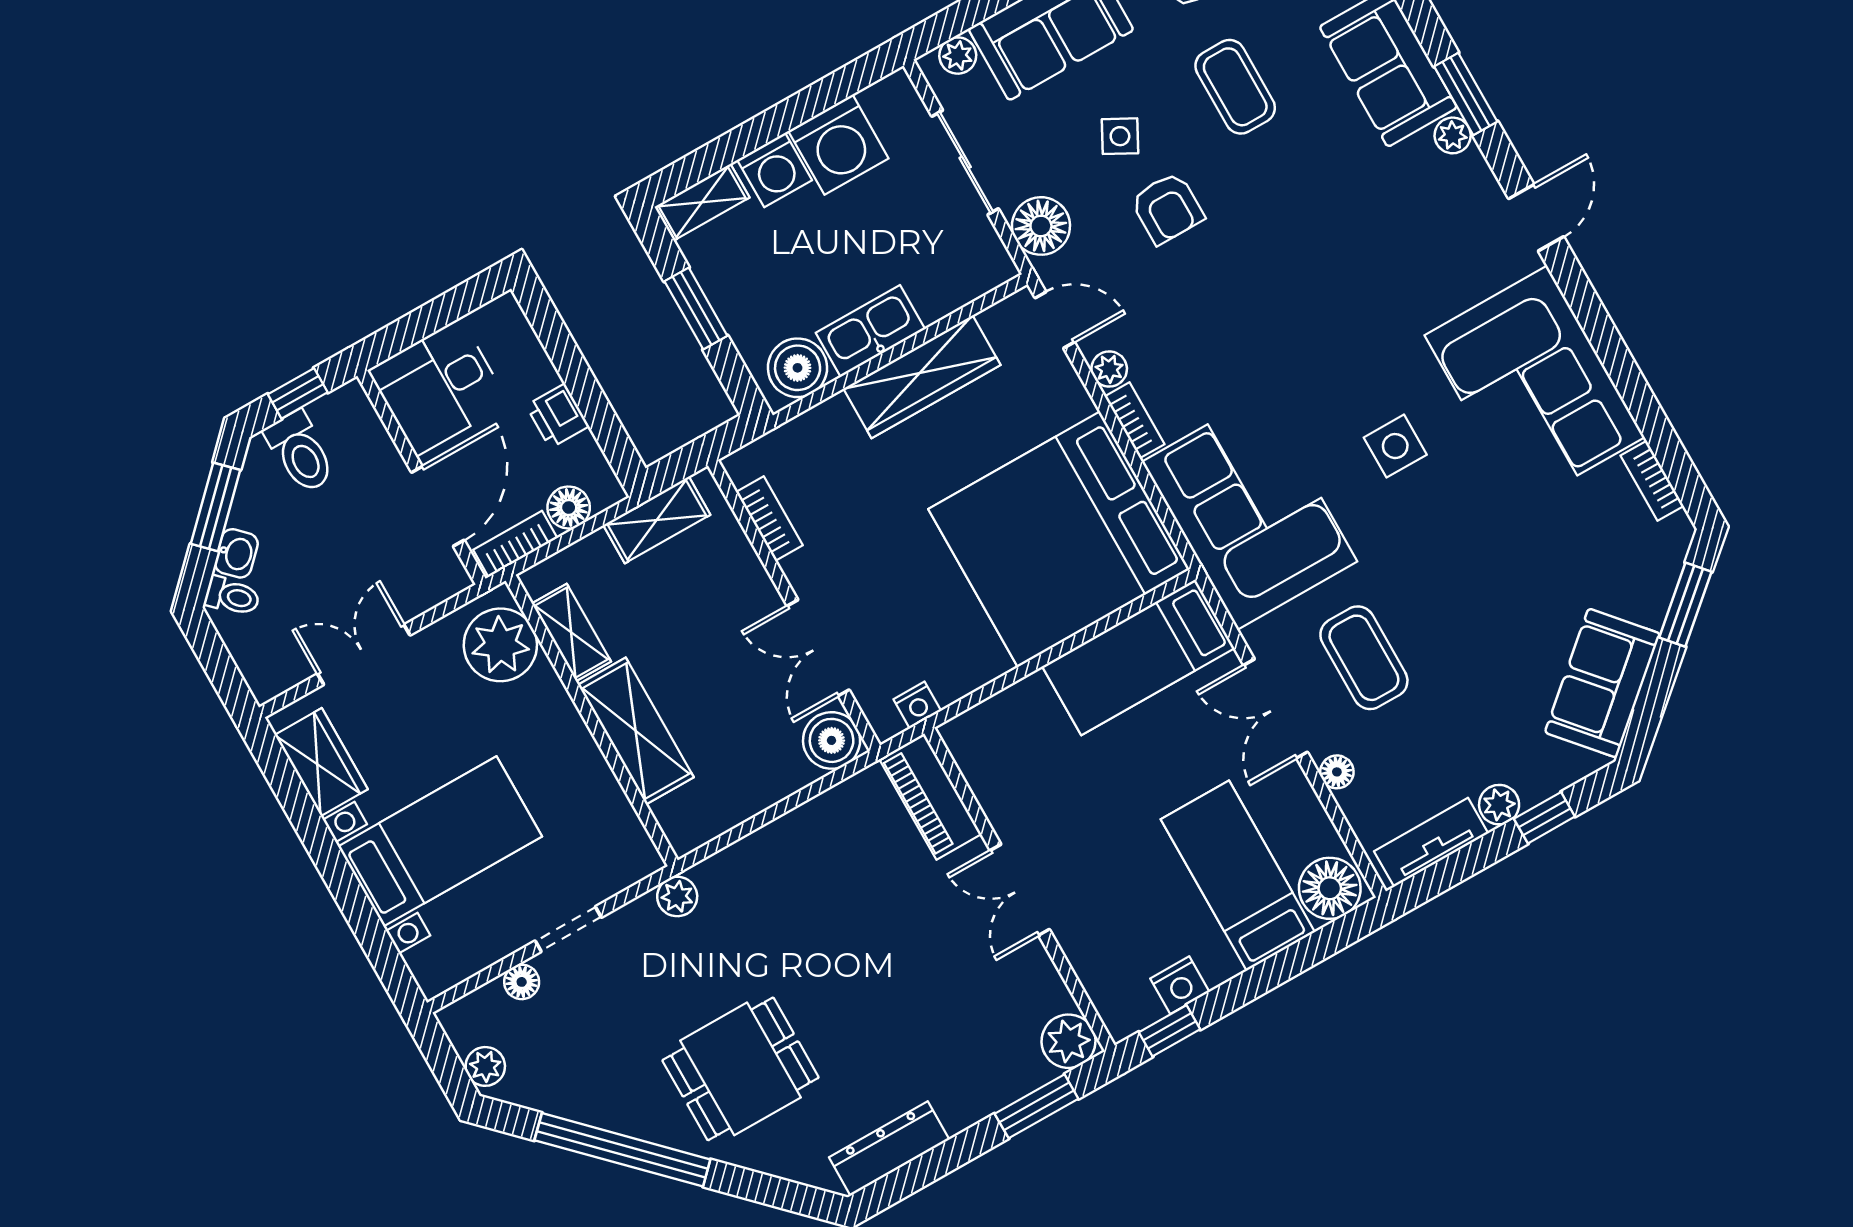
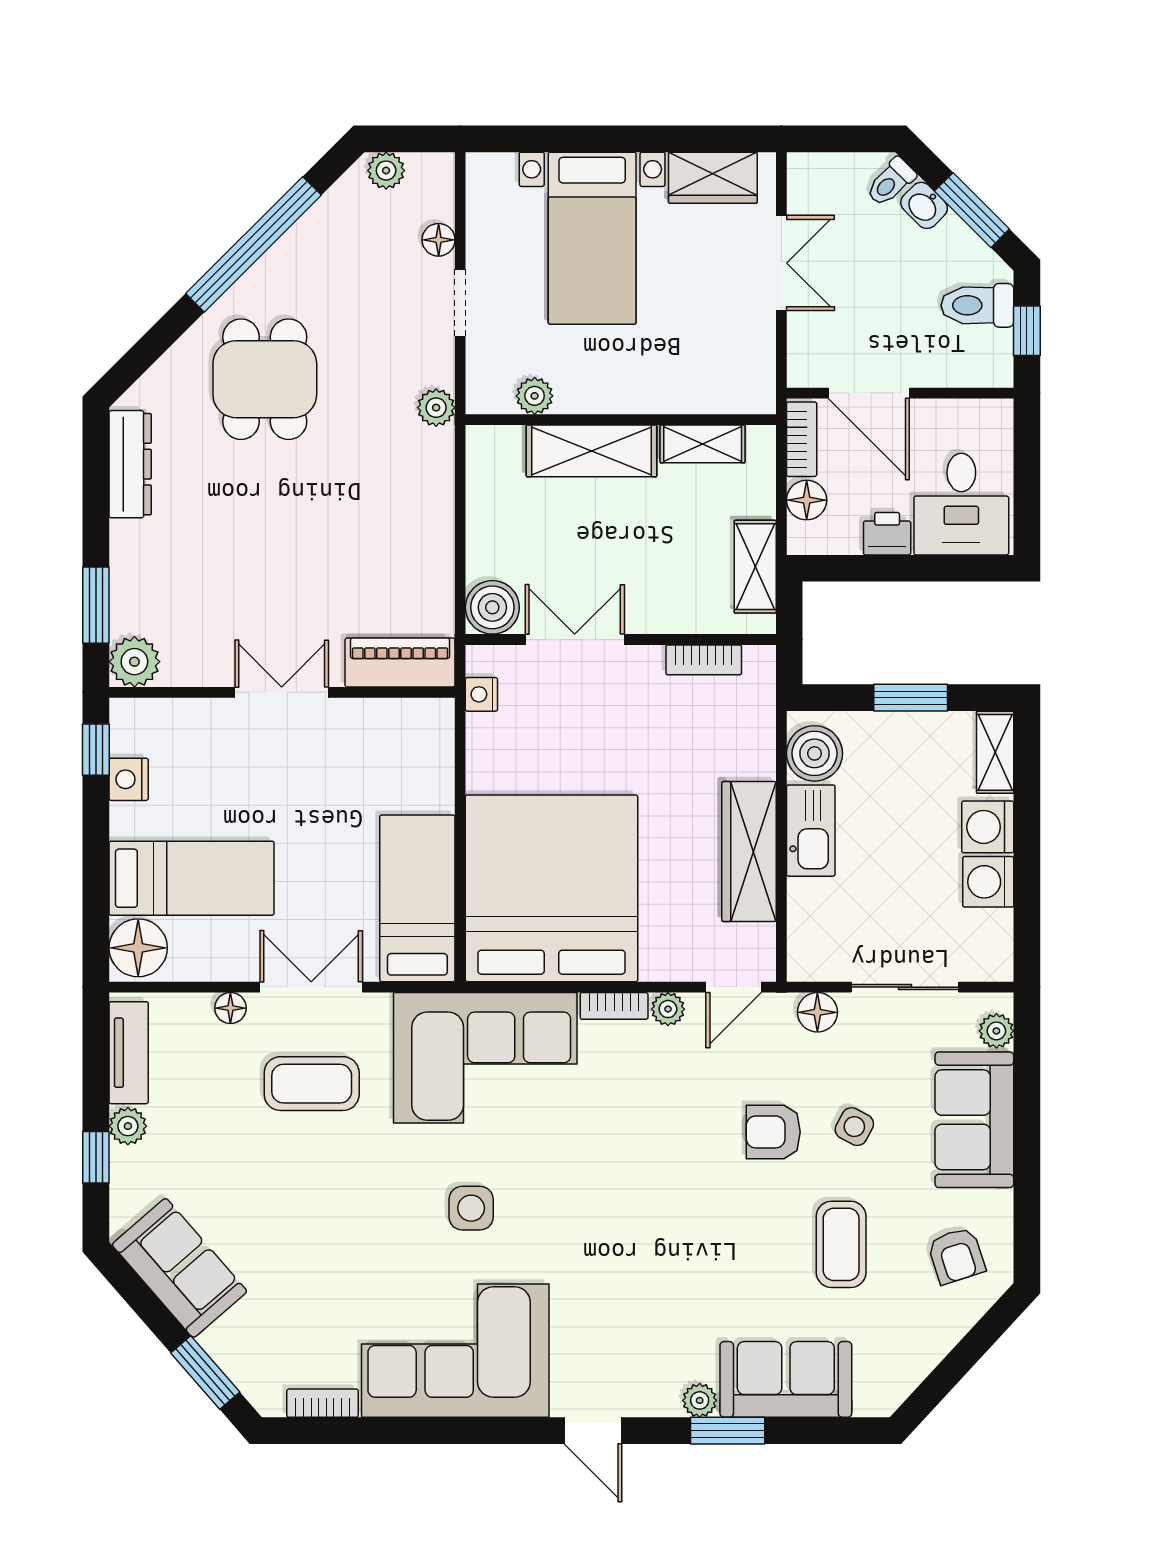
coffee table: (1235, 87) -> (841, 1244), turned 90
washing machine: (838, 145) -> (988, 882), width x0.73, depth x0.73
floor lamp: (1041, 226) -> (817, 1012), width x0.73, depth x0.73
desk: (438, 387) -> (961, 504), moved, turned 180
plant: (500, 645) -> (535, 396), moved, width x0.53, depth x0.53

